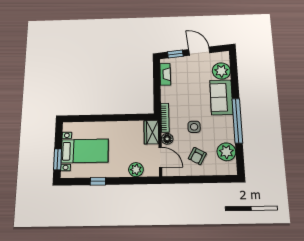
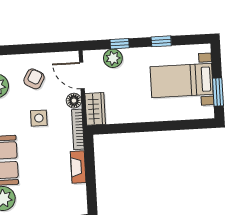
fireplace: (165, 74) -> (78, 167), moved
window: (58, 159) -> (218, 92), moved
window: (130, 181) -> (120, 44), added

